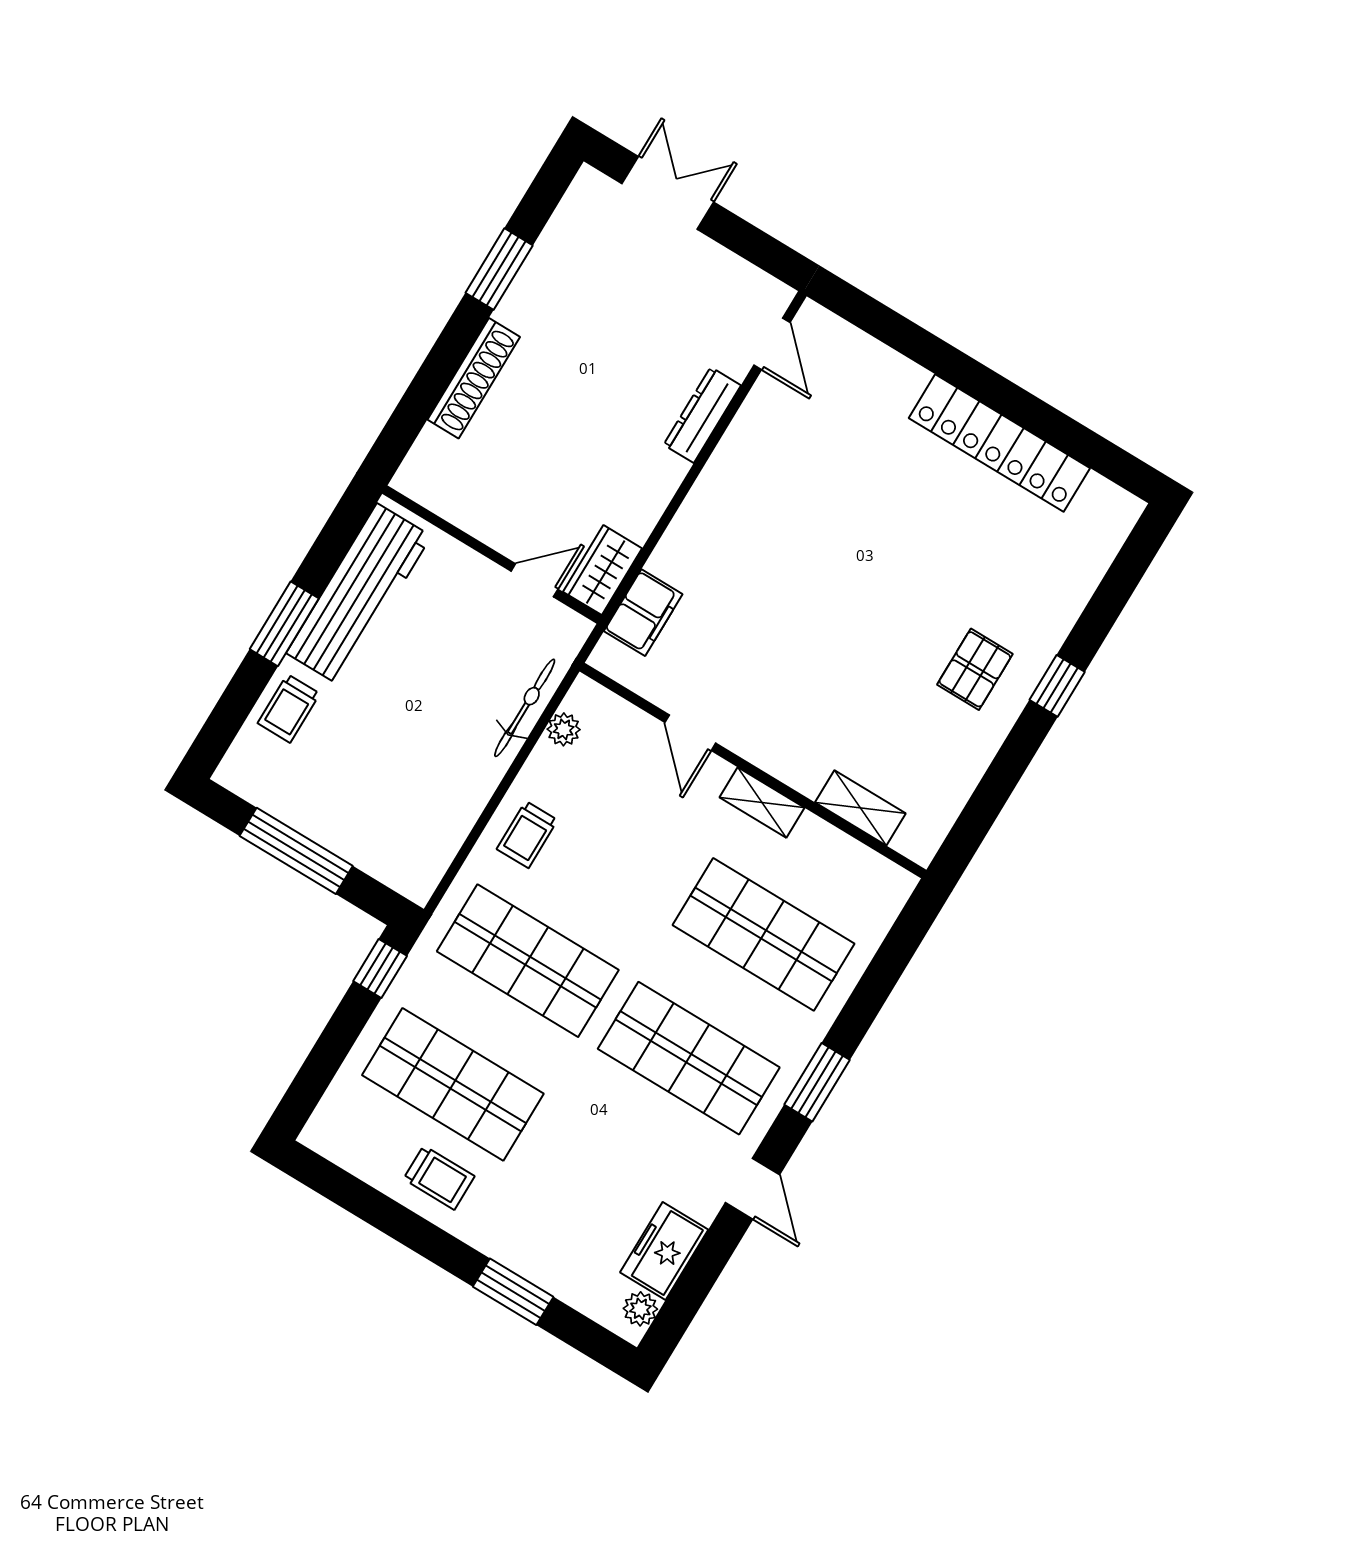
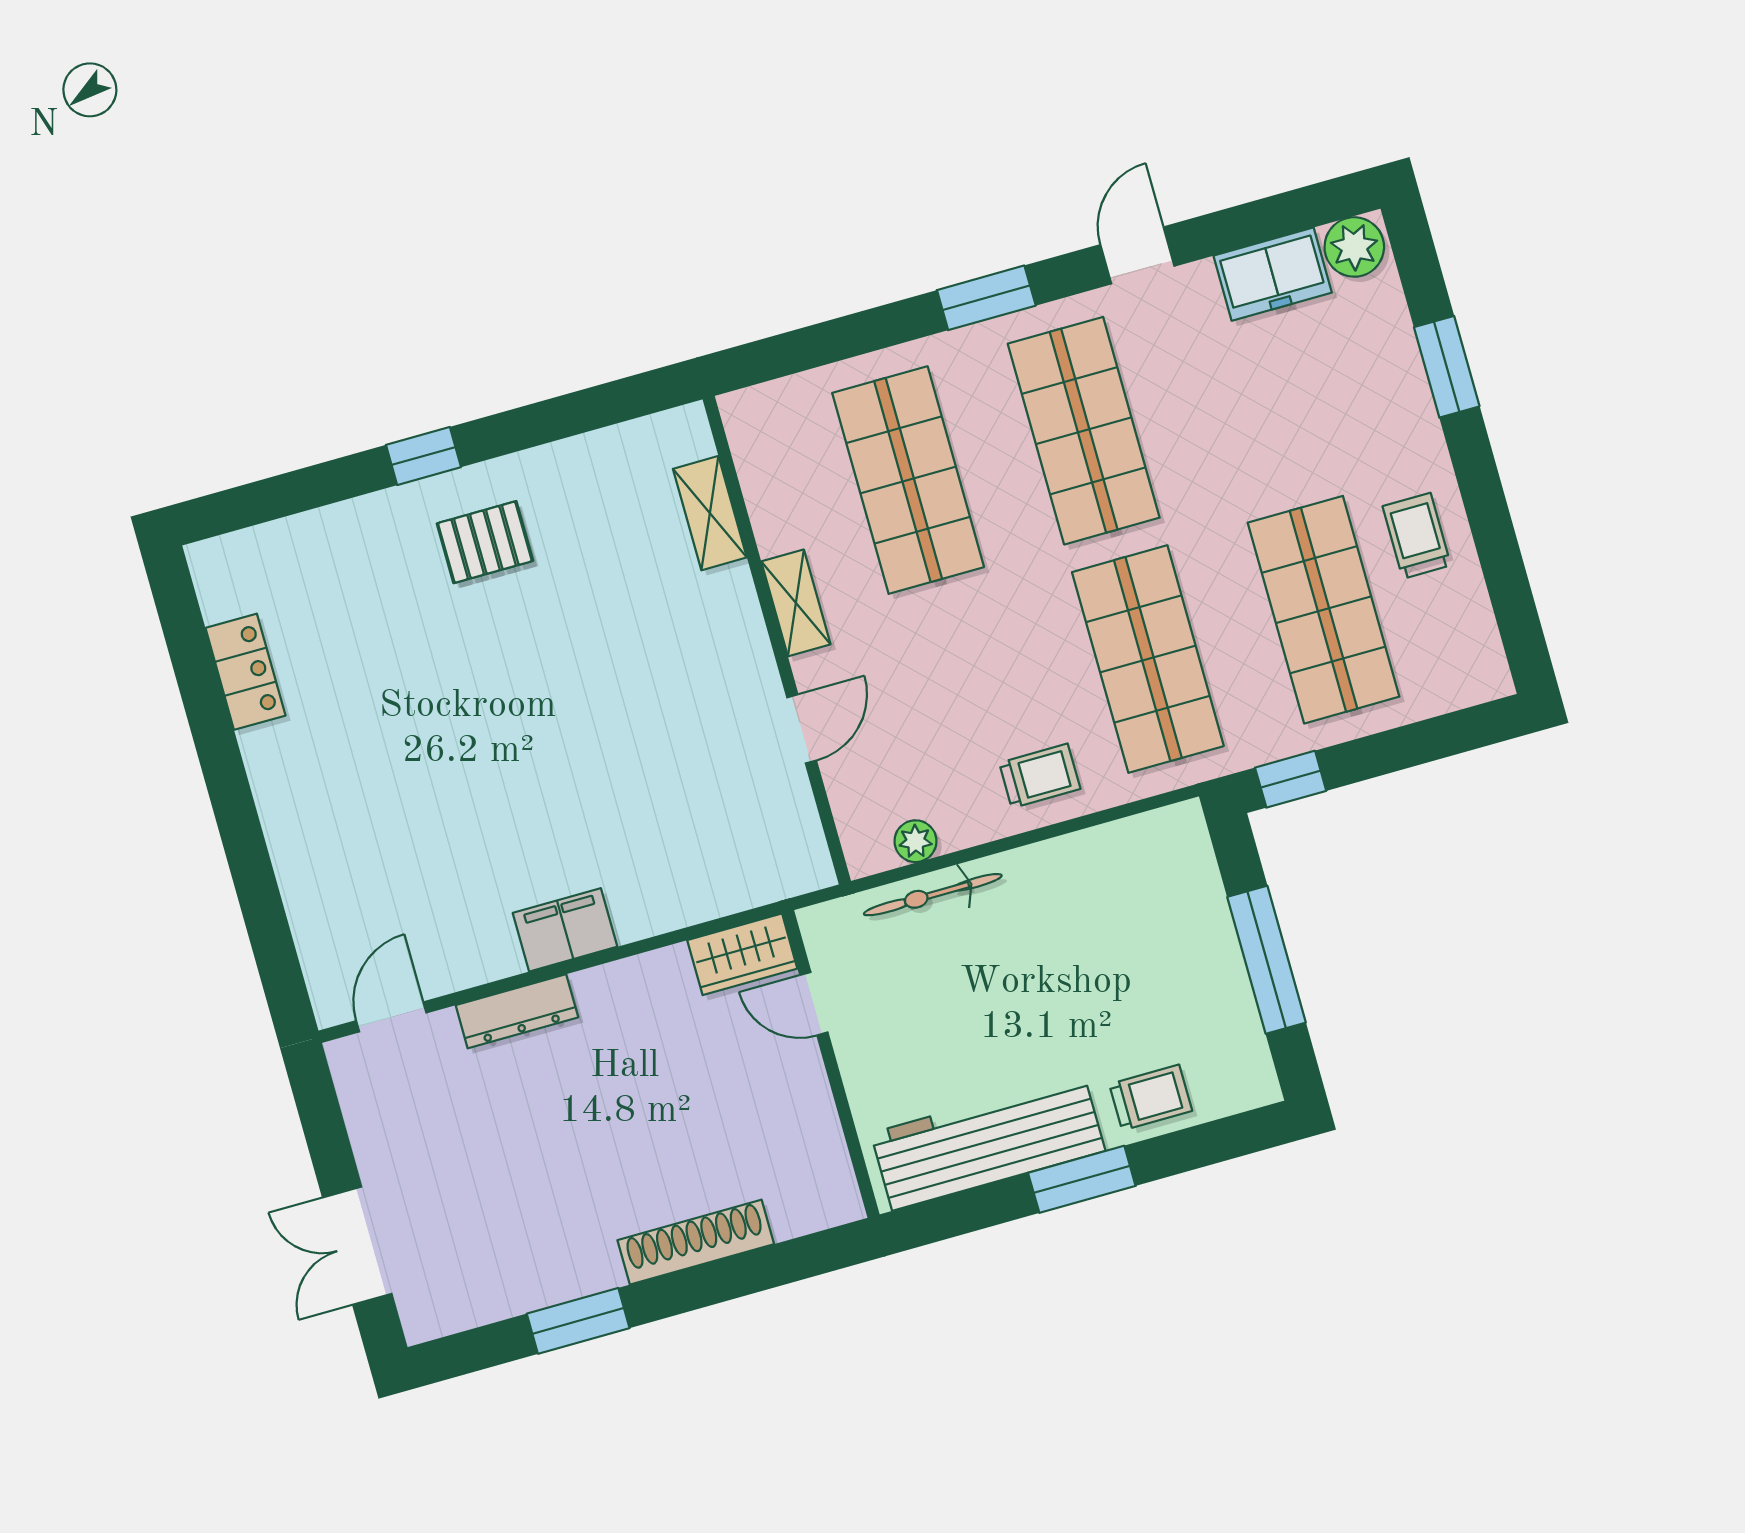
locker: (999, 443) -> (245, 672), width x0.46, depth x0.83
filing cabinet: (643, 613) -> (565, 930), moved
plant: (640, 1309) -> (1354, 247), width x1.38, depth x1.38

